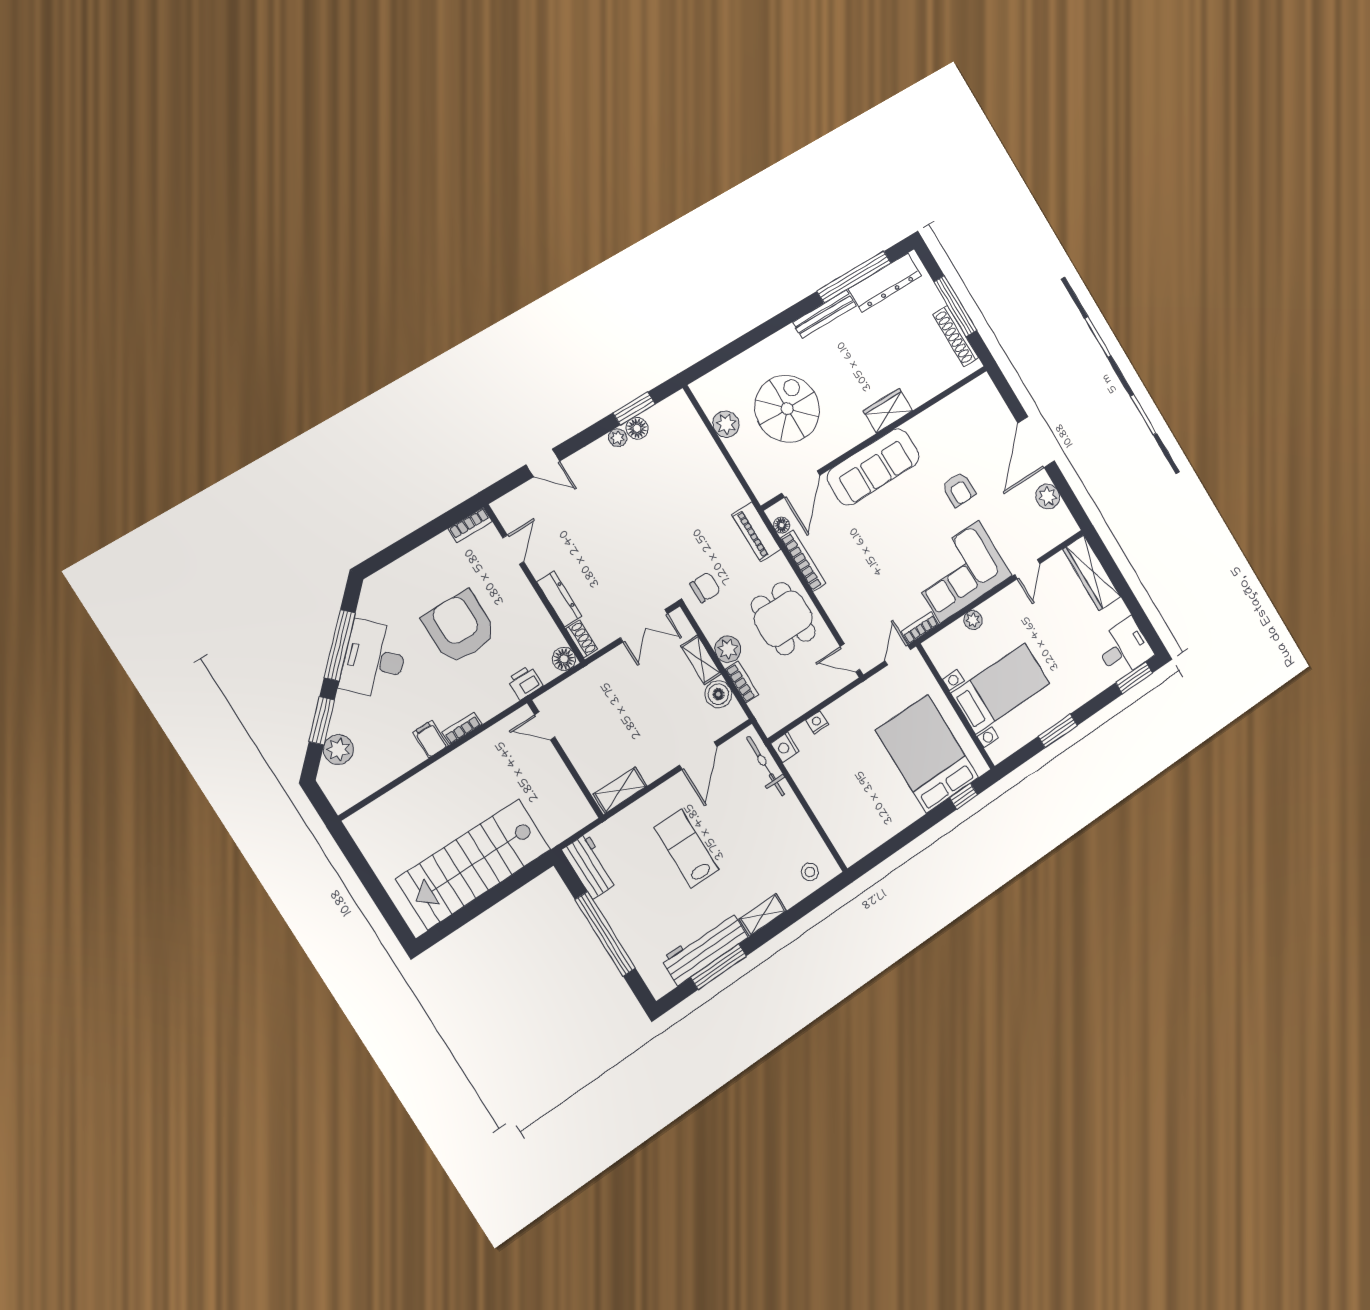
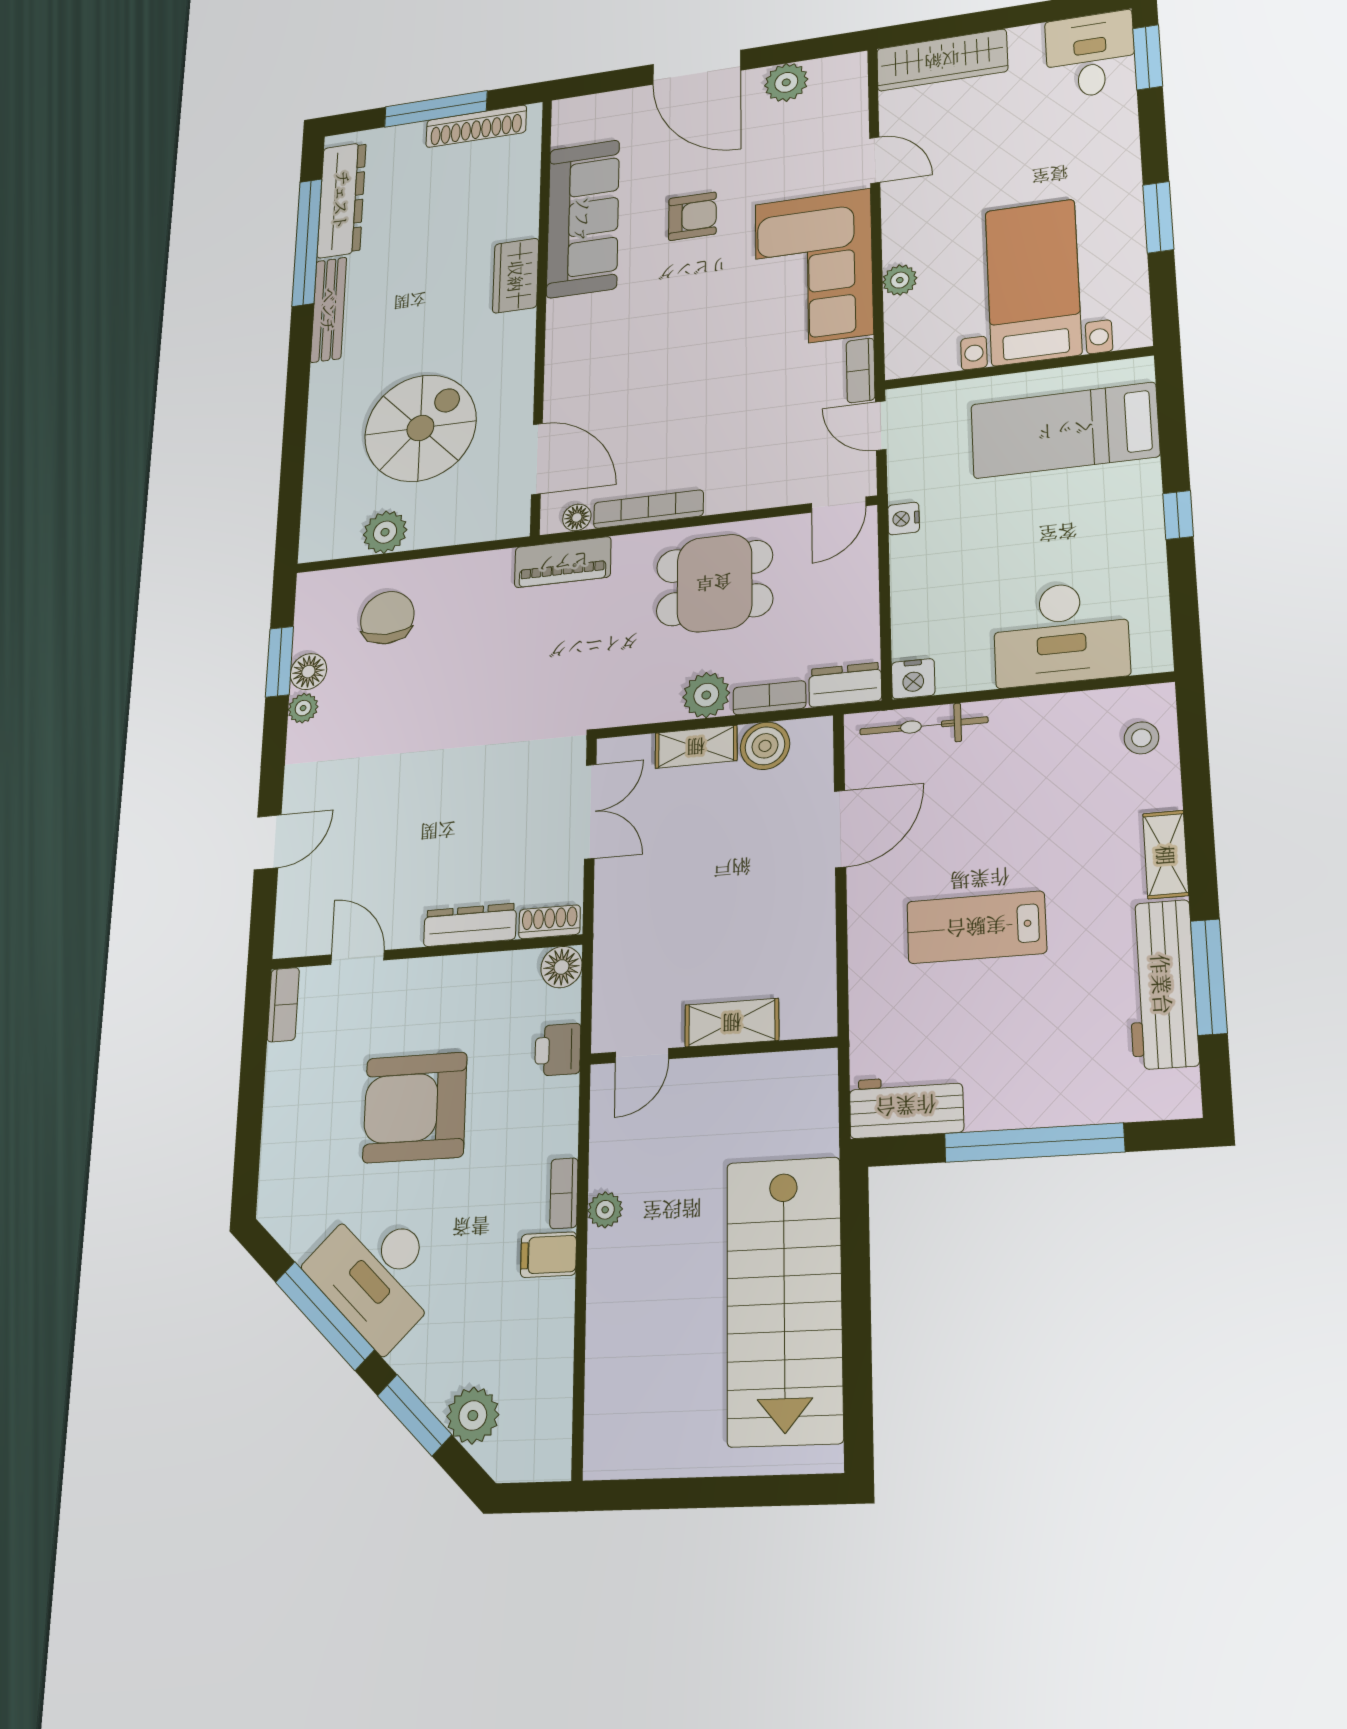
spiral stairs: (787, 409) -> (420, 428), turned 90
sofa: (873, 467) -> (583, 219), moved
chair: (705, 587) -> (387, 618), moved, width x1.37, depth x1.37
dresser: (766, 716) -> (845, 685), added
nightstand: (817, 722) -> (904, 519), moved
plant: (466, 753) -> (605, 1210), added
bed: (927, 754) -> (1065, 430), width x0.67
door: (698, 756) -> (840, 829), hinge flipped
shelving: (620, 790) -> (732, 1023), moved, turned 90
window: (964, 796) -> (1178, 515), moved
desk: (840, 805) -> (1061, 633), added

